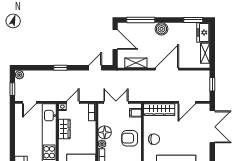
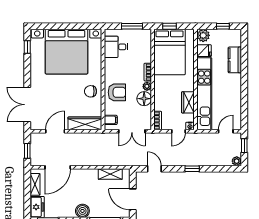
door: (95, 68) -> (154, 169), swing flipped
door: (167, 69) -> (58, 167), moved

